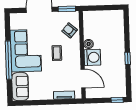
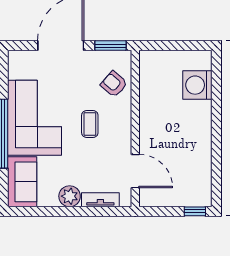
boiler: (89, 44) -> (147, 110), removed
washing machine: (92, 57) -> (197, 85), moved, turned 180
window: (128, 58) -> (216, 138), removed
plant: (47, 94) -> (70, 196), added

